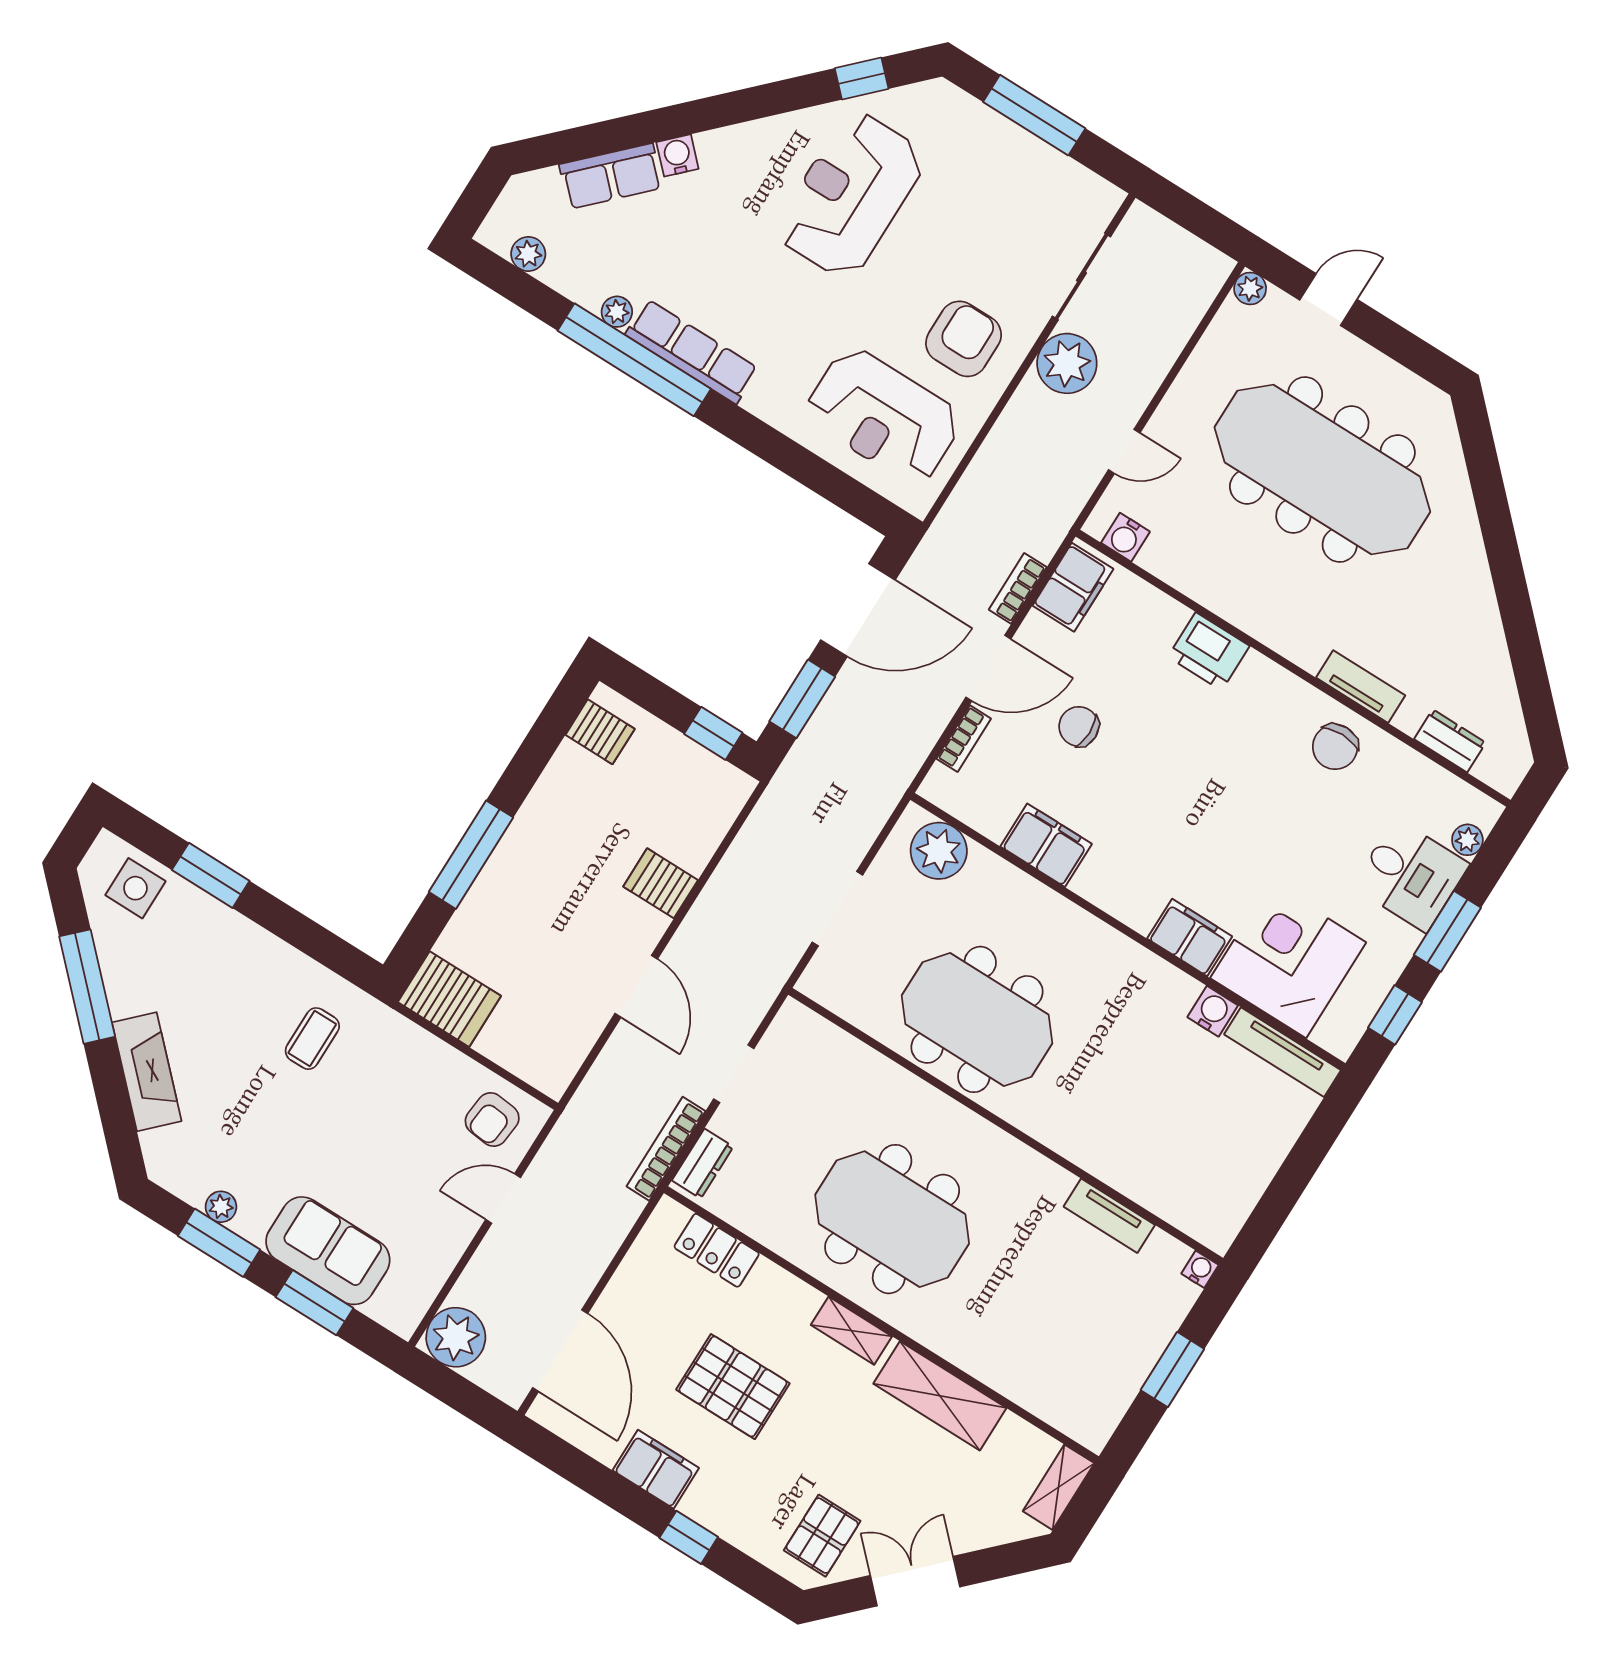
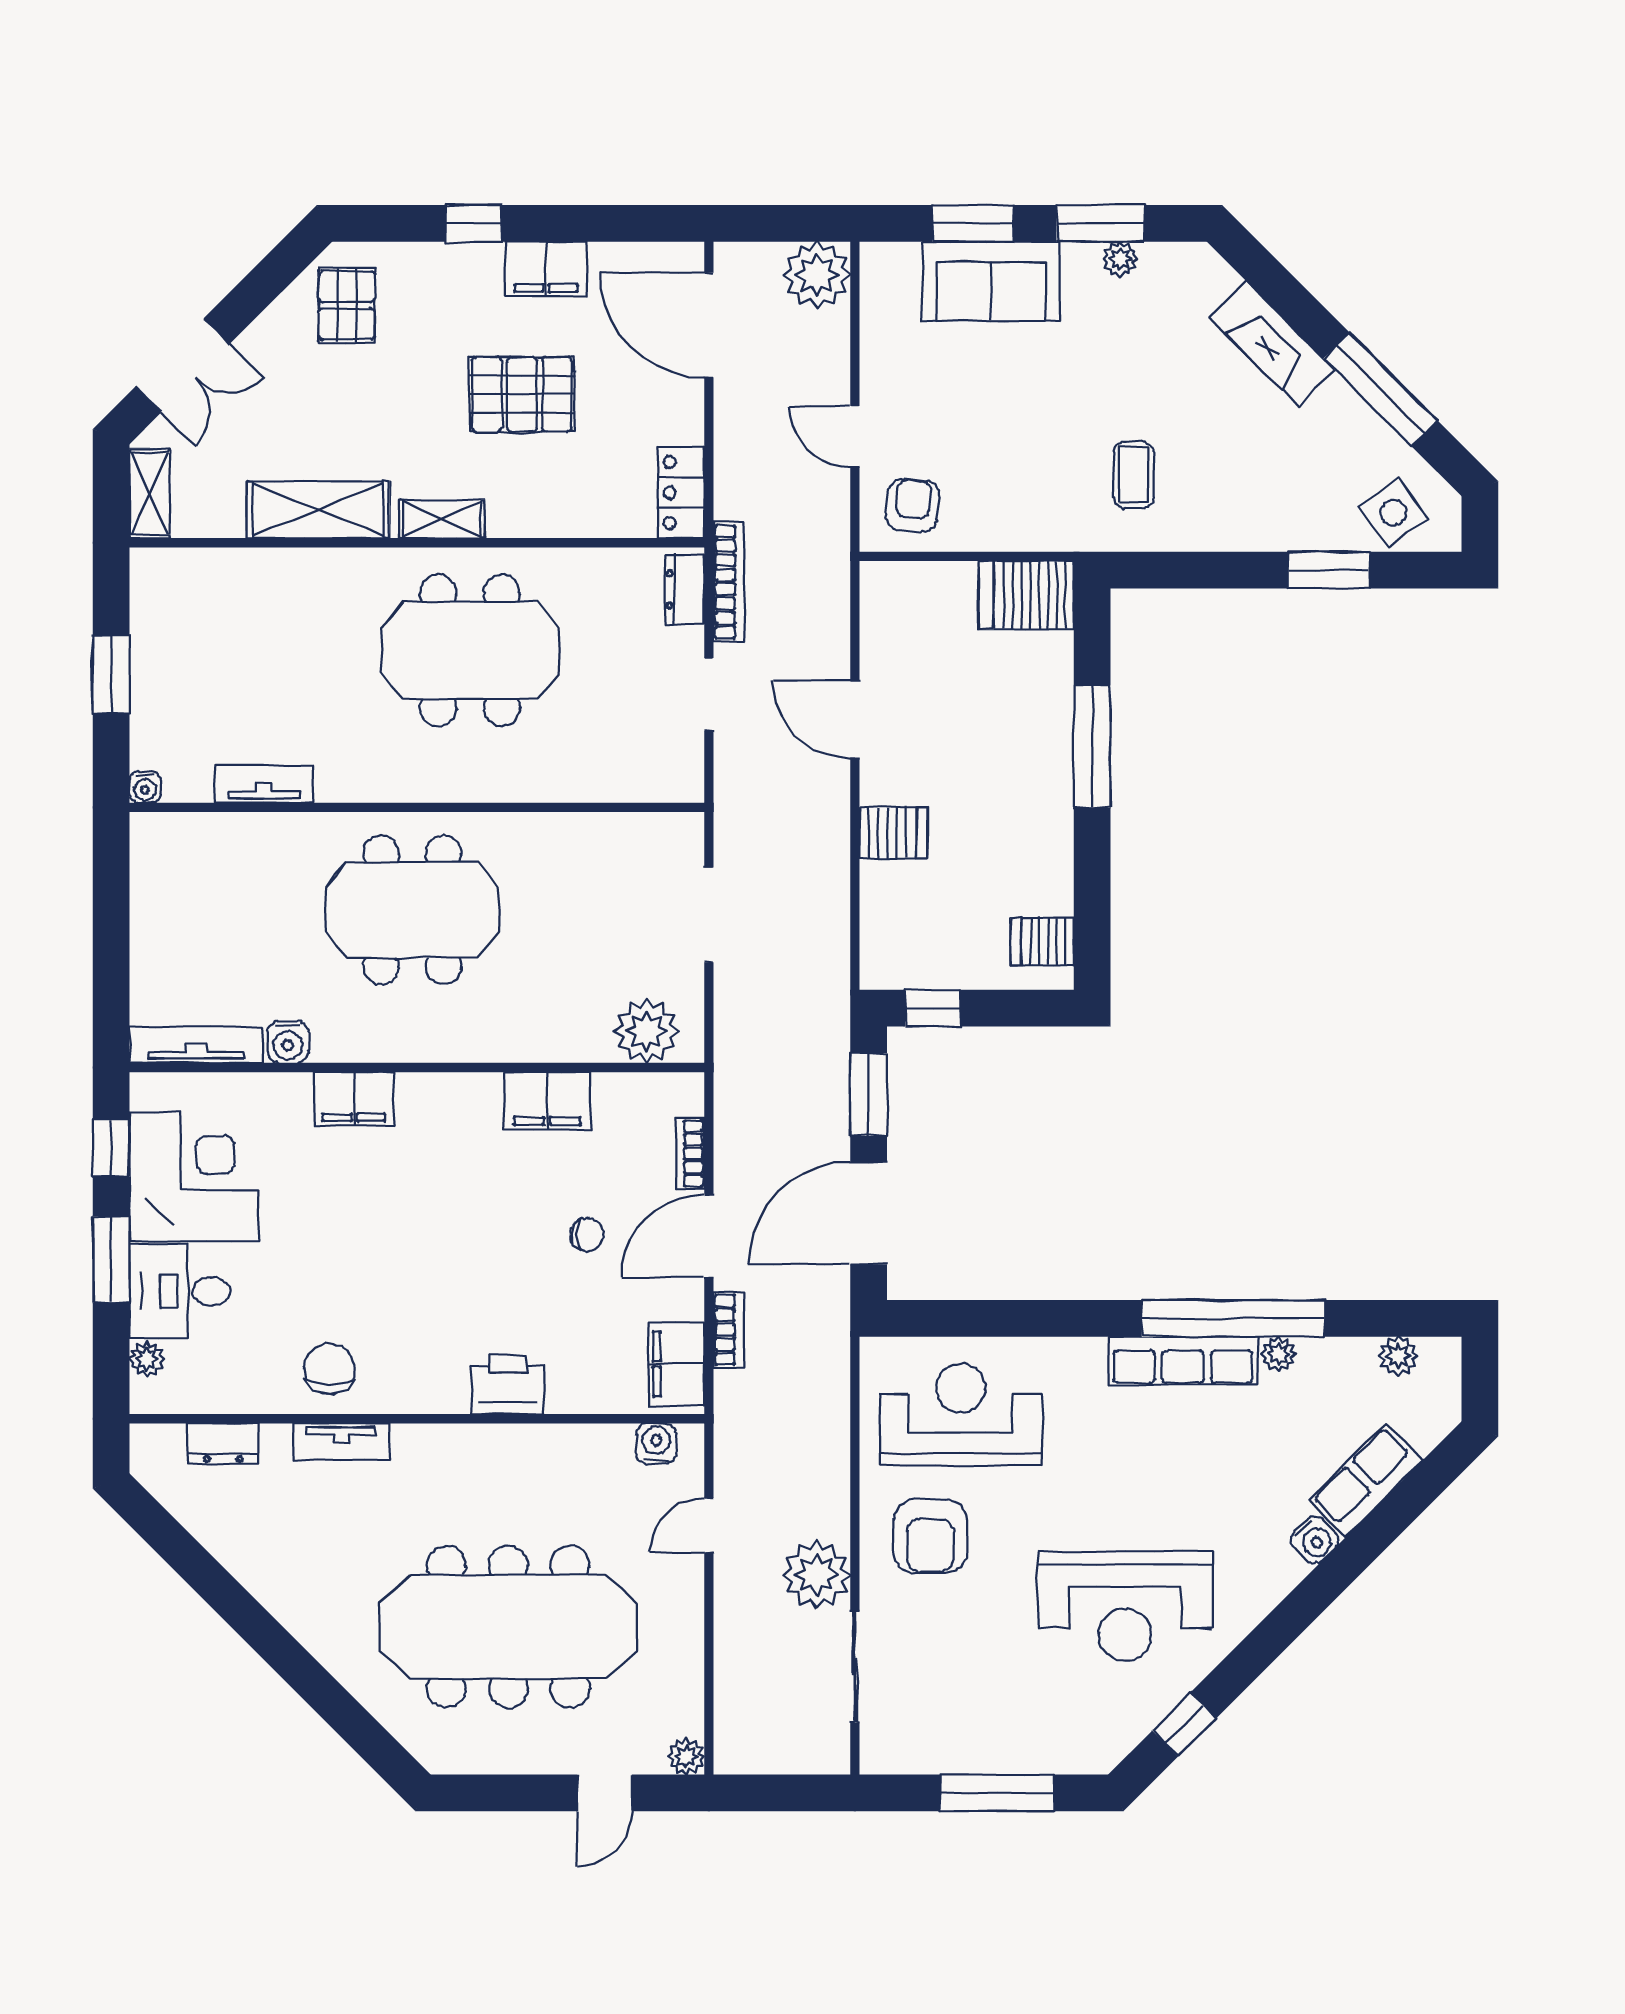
reception desk: (851, 195) -> (1125, 1606), turned 90
chair: (1079, 726) -> (587, 1234), width x0.73, depth x0.73
side table: (135, 888) -> (1393, 513), turned -36
corner desk: (1288, 960) -> (194, 1177), moved, turned -90
meeting table: (977, 1019) -> (412, 910), moved
door: (503, 1198) -> (855, 436), swing flipped
locker: (717, 1250) -> (681, 492), moved, turned -90
double door: (915, 1581) -> (182, 365), moved

